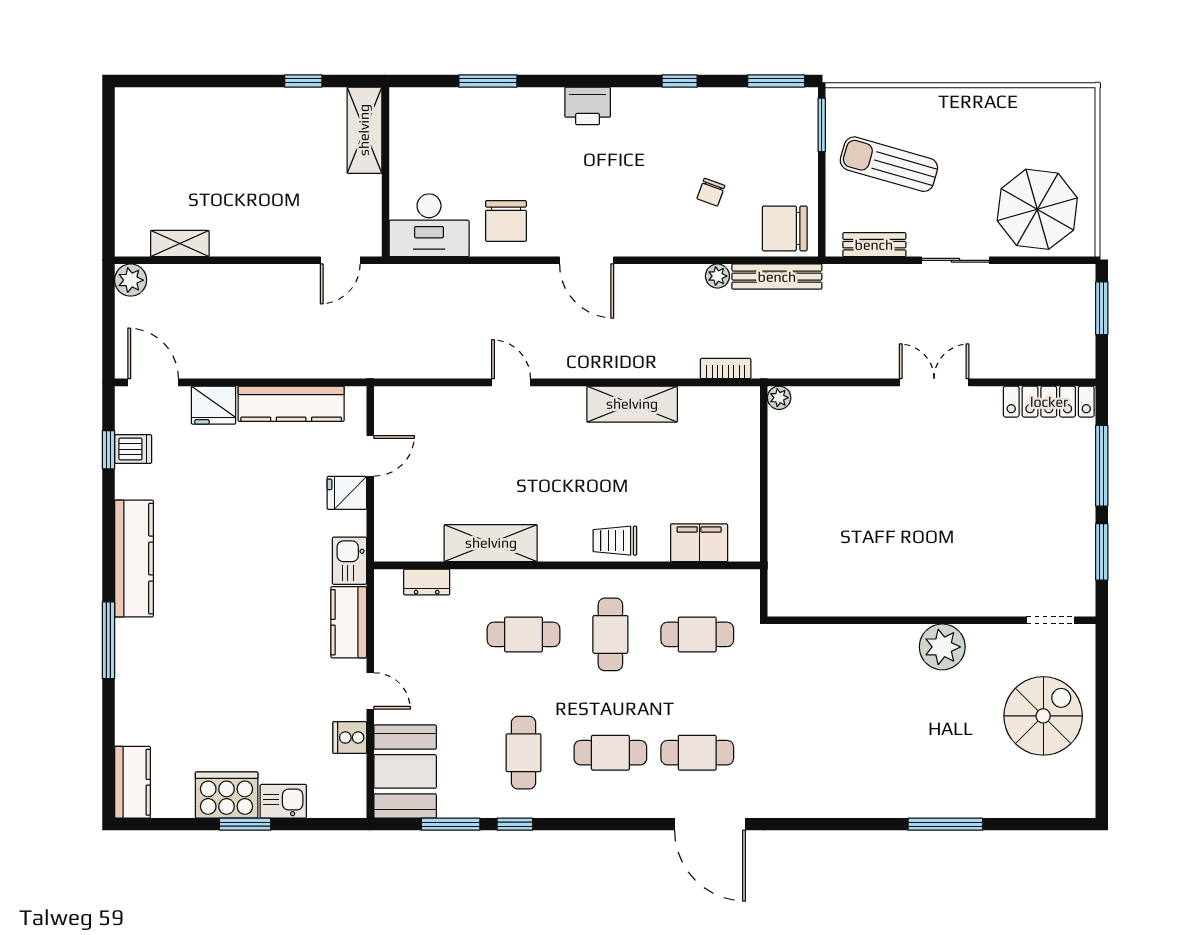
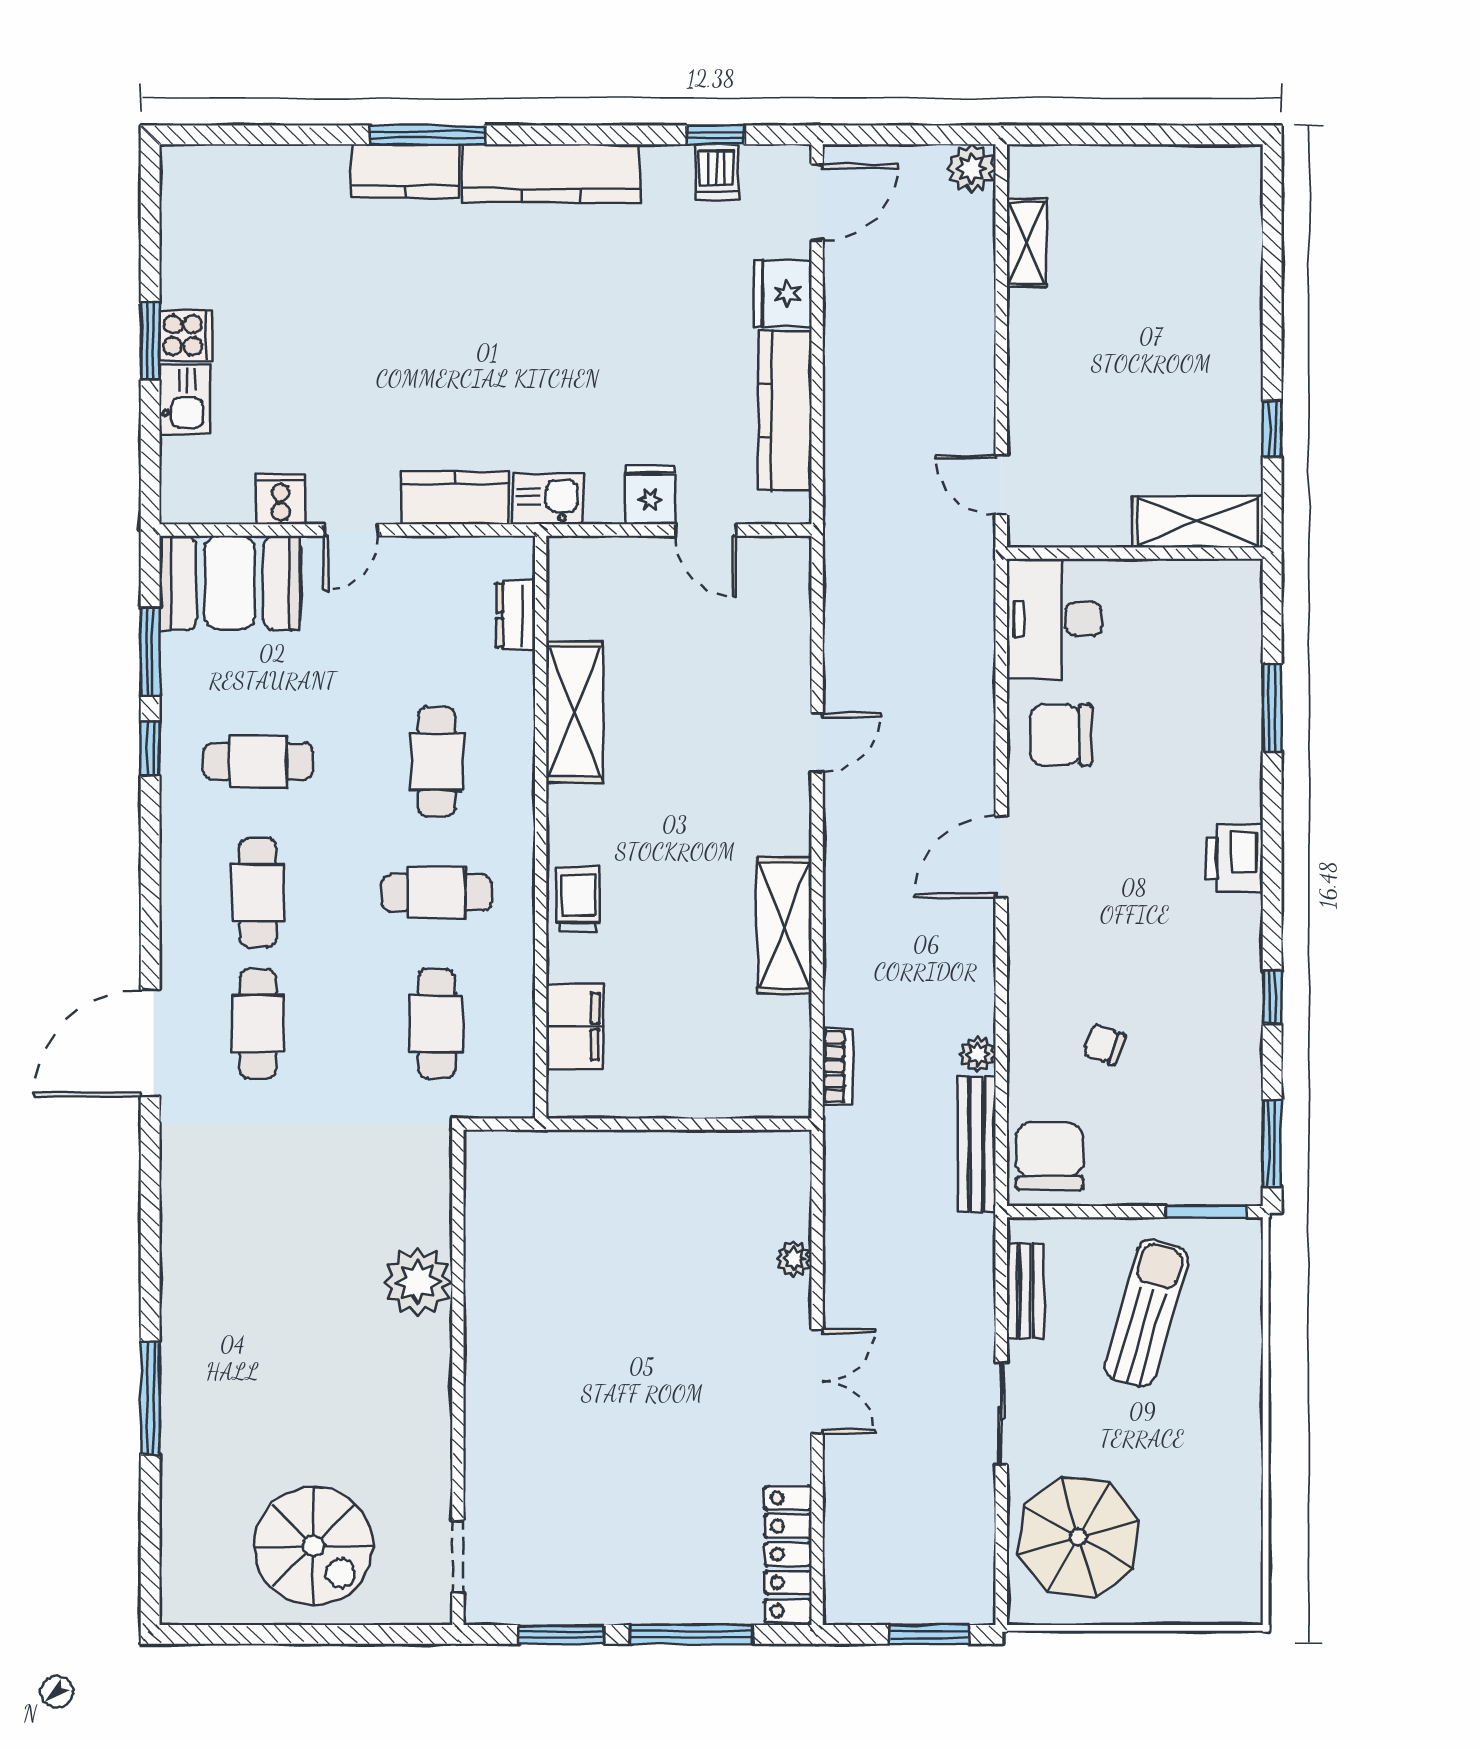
plant: (779, 398) -> (794, 1259), moved
plant: (942, 647) -> (418, 1282), moved
kitchen counter: (132, 782) -> (405, 171), moved
cooker: (227, 795) -> (186, 335), width x0.53, depth x0.76

